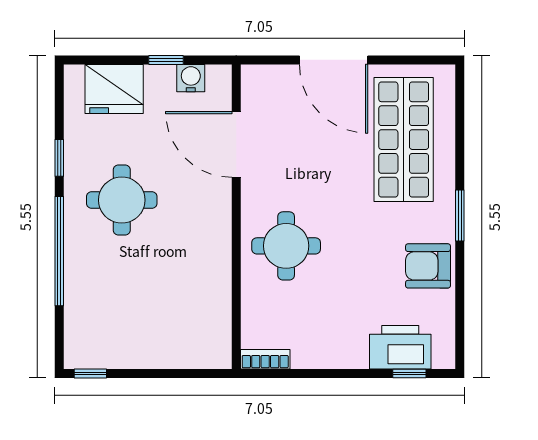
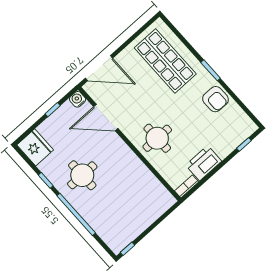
door: (334, 60) -> (99, 68), moved
water cooler: (191, 78) -> (78, 99), moved
fridge: (114, 89) -> (35, 147), moved, turned -90
armchair: (428, 266) -> (215, 99), turned -90
printer: (400, 347) -> (204, 163), moved

